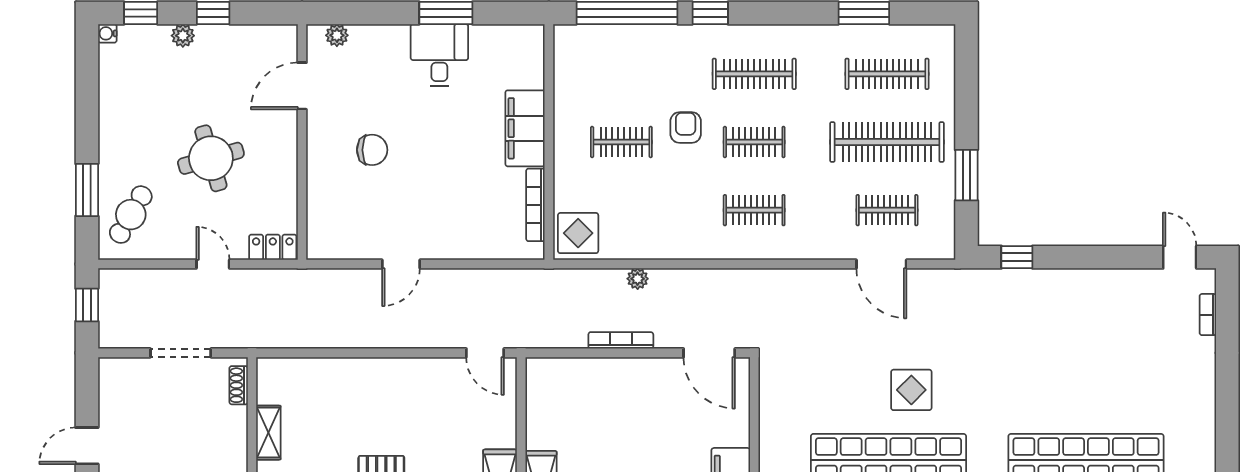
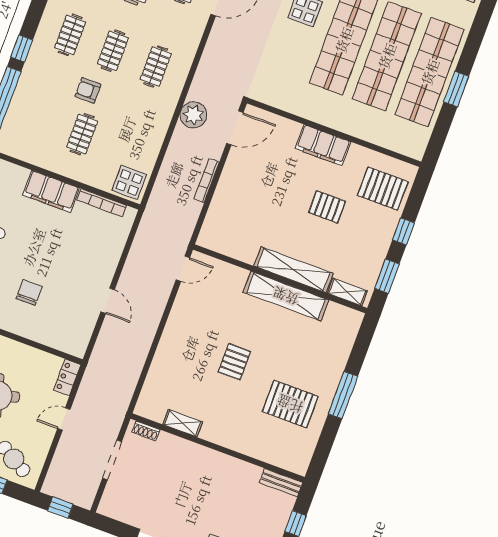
clothes rail: (754, 74) -> (70, 35), width x0.73
plant: (638, 279) -> (193, 115), moved, width x1.87, depth x1.87

